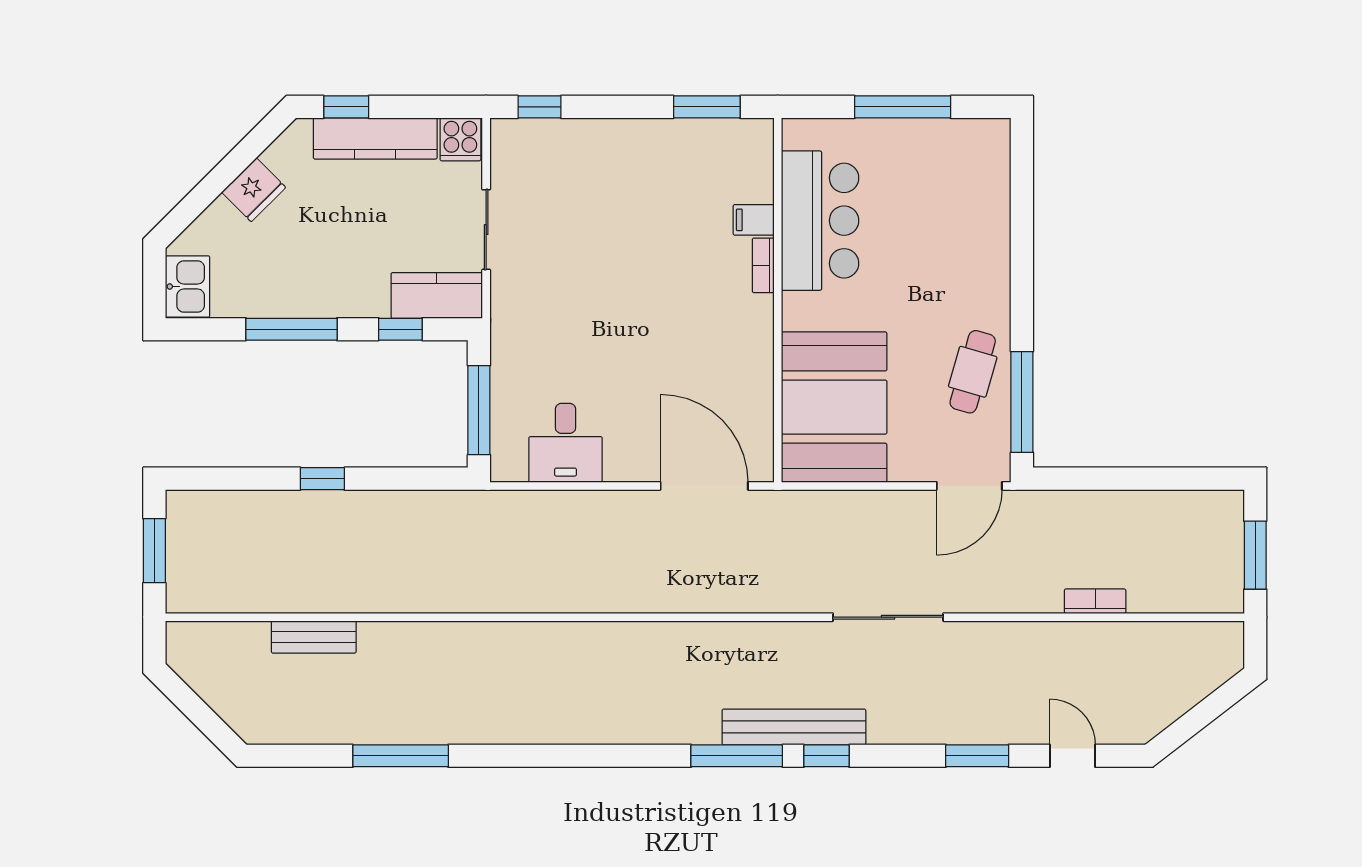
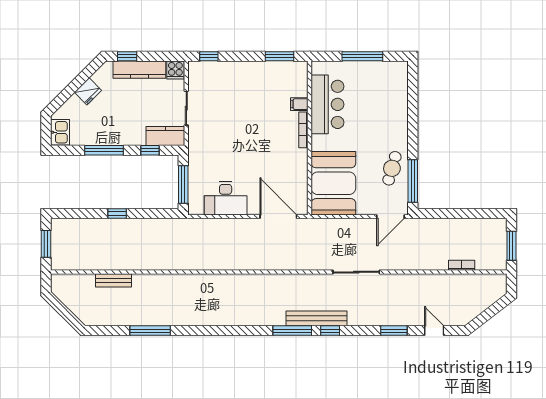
bookcase: (763, 265) -> (303, 130), width x1.56
desk: (565, 443) -> (226, 198), width x1.37
bookcase: (1095, 601) -> (462, 265), moved

